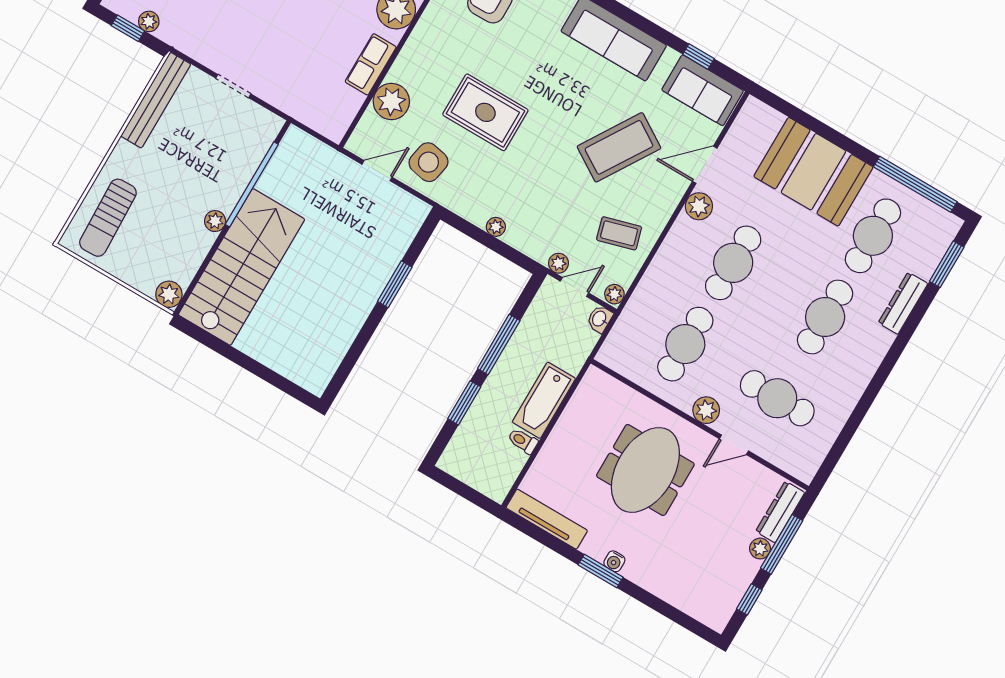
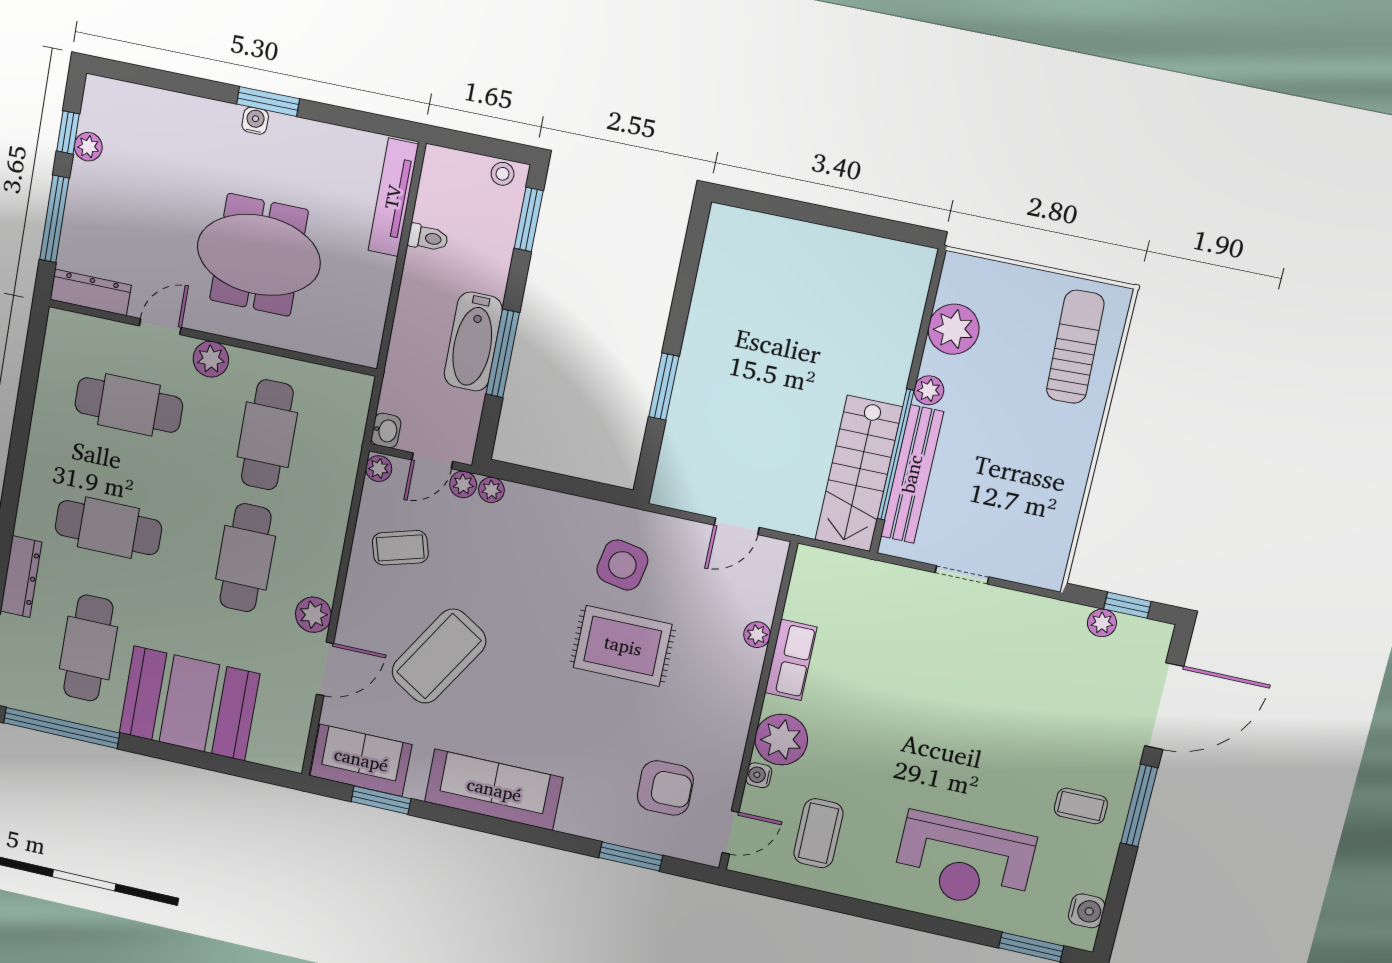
window: (698, 57) -> (381, 800), width x1.50
bench: (156, 100) -> (912, 474), moved
plant: (391, 101) -> (757, 635), width x0.53, depth x0.53
side table: (428, 162) -> (622, 565), moved
plant: (496, 227) -> (491, 490), moved
stairs: (242, 267) -> (859, 474), moved, width x0.73, depth x0.66
plant: (169, 294) -> (954, 329), moved, width x1.36, depth x1.36
cafe table: (825, 317) -> (108, 528), turned 90
bathtub: (544, 400) -> (473, 342), moved, turned 180
window: (464, 403) -> (529, 219), moved
stool: (456, 466) -> (503, 174), added
meeting table: (645, 470) -> (259, 255), turned 90
dresser: (780, 512) -> (91, 292), moved, turned -90
tv unit: (547, 519) -> (393, 197), moved, turned 90
plant: (760, 549) -> (88, 147), moved

